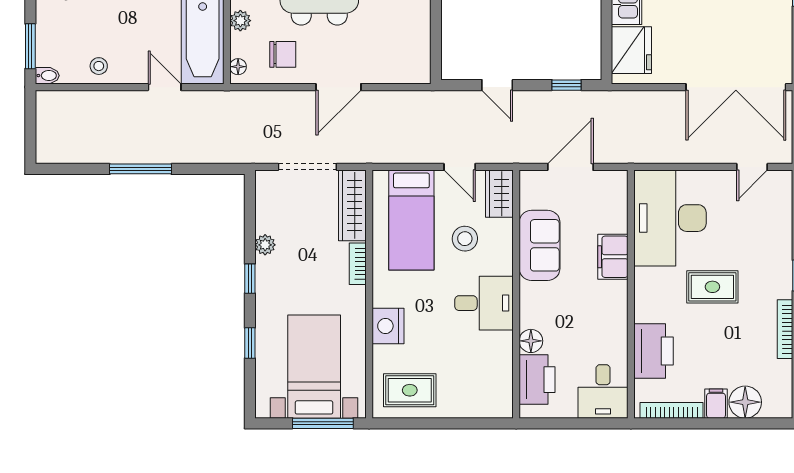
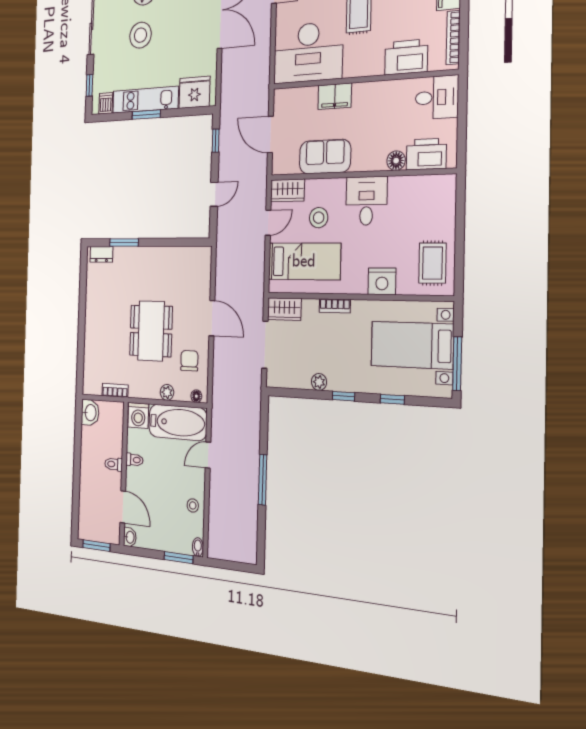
wardrobe: (352, 205) -> (284, 309), width x0.67
window: (323, 423) -> (457, 364), moved

